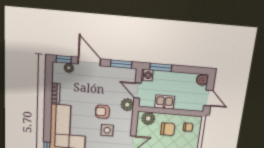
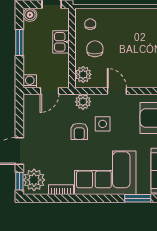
window: (121, 64) -> (19, 113), removed
window: (161, 67) -> (19, 43), moved
plant: (69, 68) -> (34, 180), width x1.88, depth x1.88
kitchen sink: (165, 102) -> (61, 42), moved
plant: (127, 105) -> (83, 102), moved

